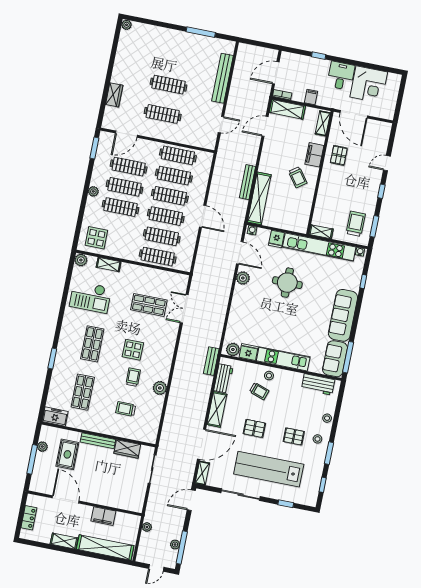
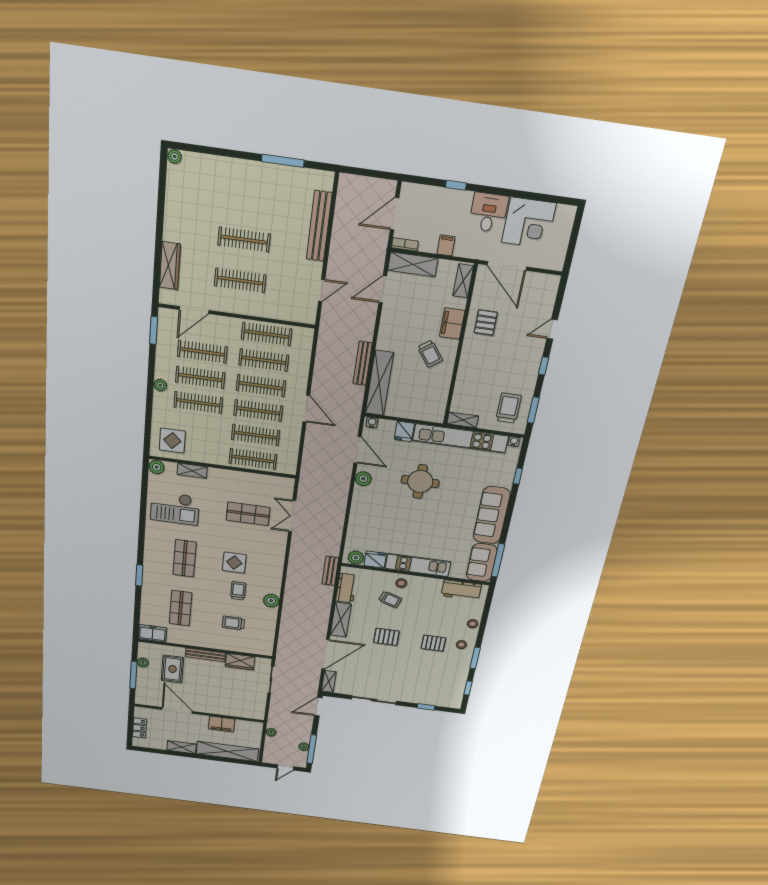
wardrobe: (114, 95) -> (170, 266), width x1.50
lab bench: (269, 469) -> (405, 675), removed

